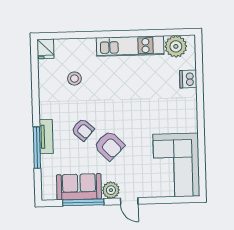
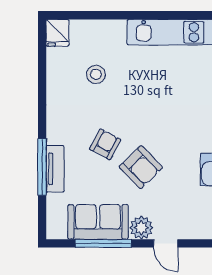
armchair: (83, 130) -> (105, 144), turned -104
tv unit: (46, 137) -> (55, 169), moved

